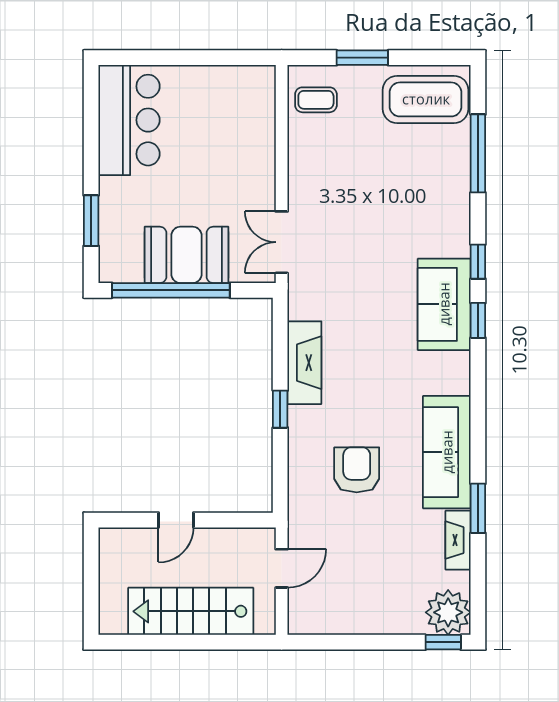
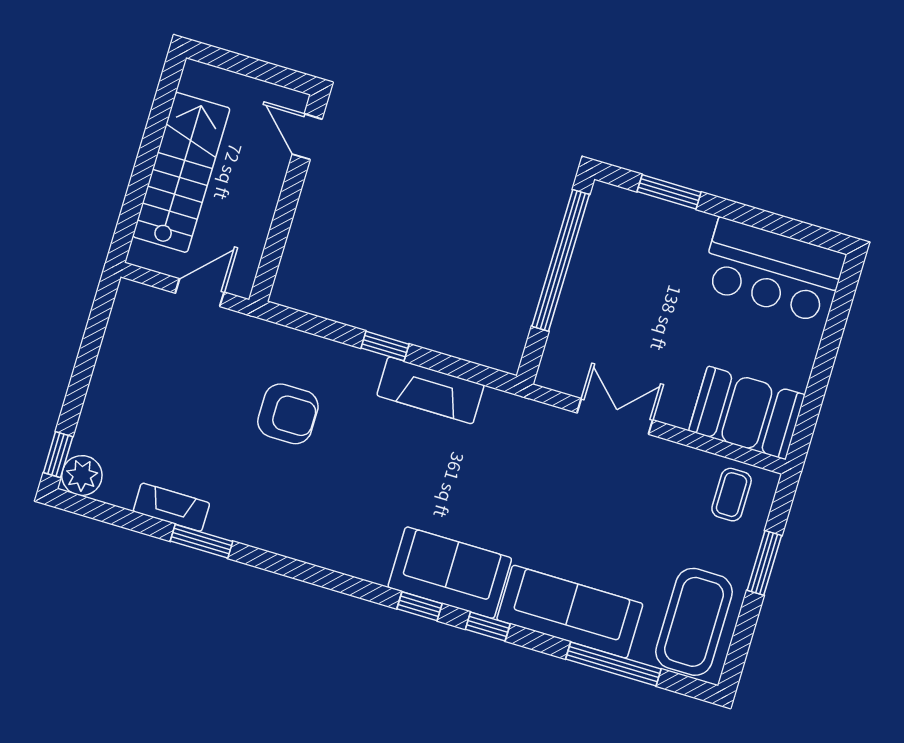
double door: (282, 242) -> (615, 416), moved
booth: (186, 255) -> (747, 413), moved, turned 90
sofa: (447, 452) -> (570, 612), moved
door: (176, 520) -> (307, 137), moved
door: (282, 568) -> (200, 293), swing flipped
plant: (448, 612) -> (82, 476), width x0.73, depth x0.73

